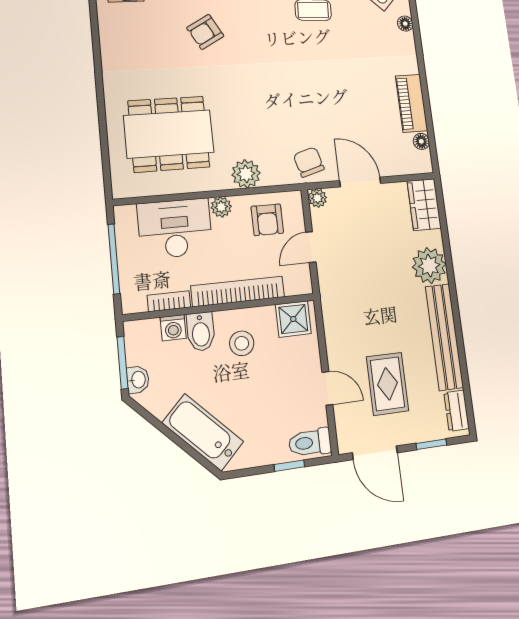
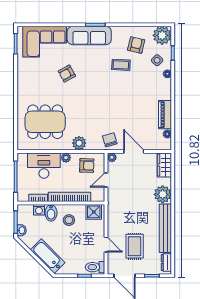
armchair: (267, 220) -> (87, 165), turned -88

